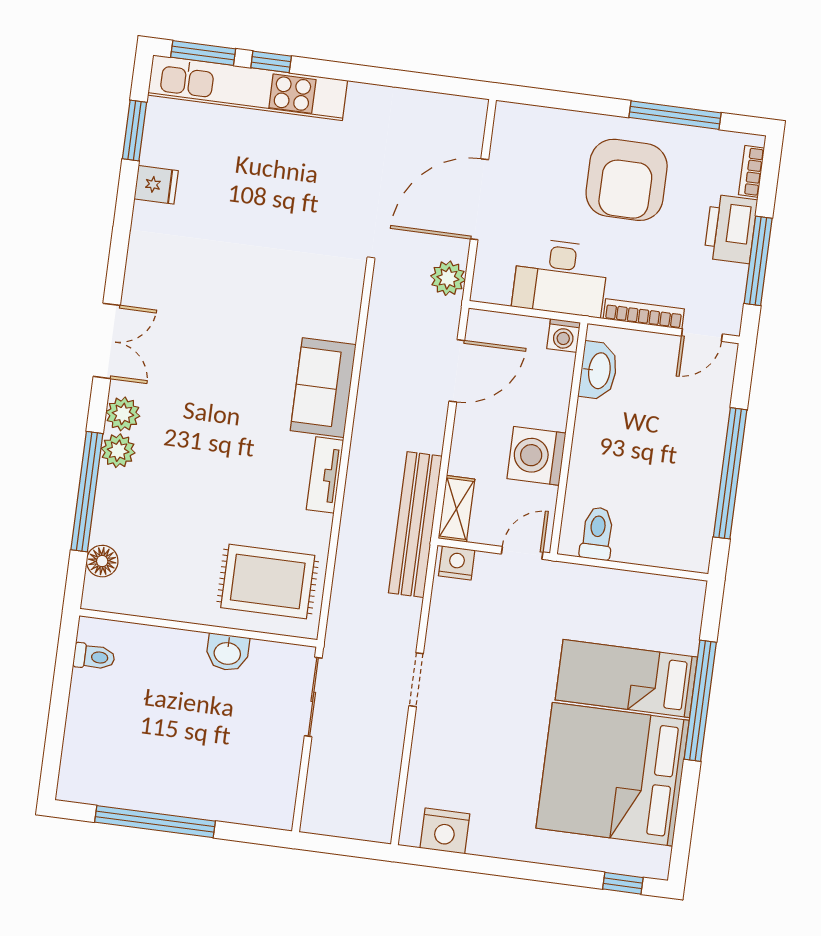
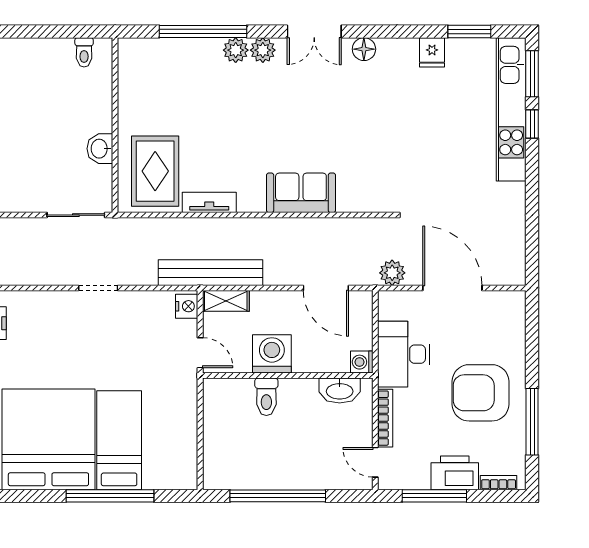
tv unit: (325, 475) -> (209, 202), moved
toilet: (597, 533) -> (266, 397), moved, turned 90
floor lamp: (102, 561) -> (364, 49), moved

